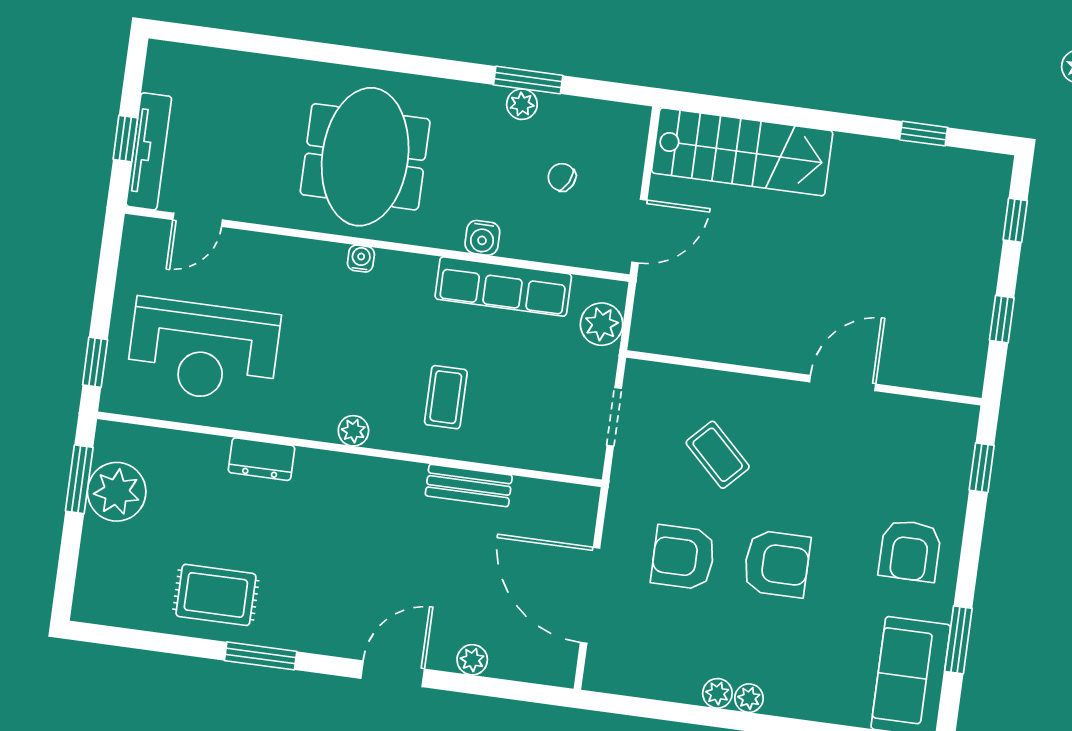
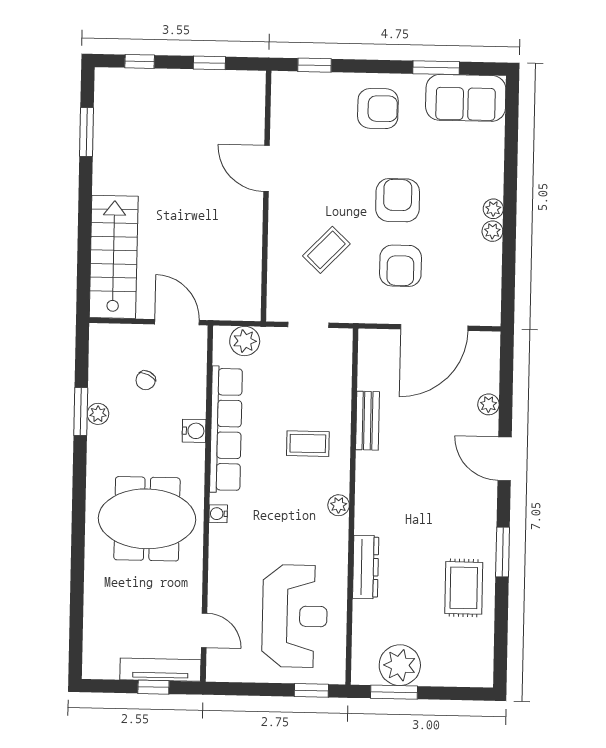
window: (924, 134) -> (87, 132), width x1.50
row of seats: (503, 287) -> (226, 429), width x1.36
dresser: (261, 459) -> (366, 567), width x1.44

